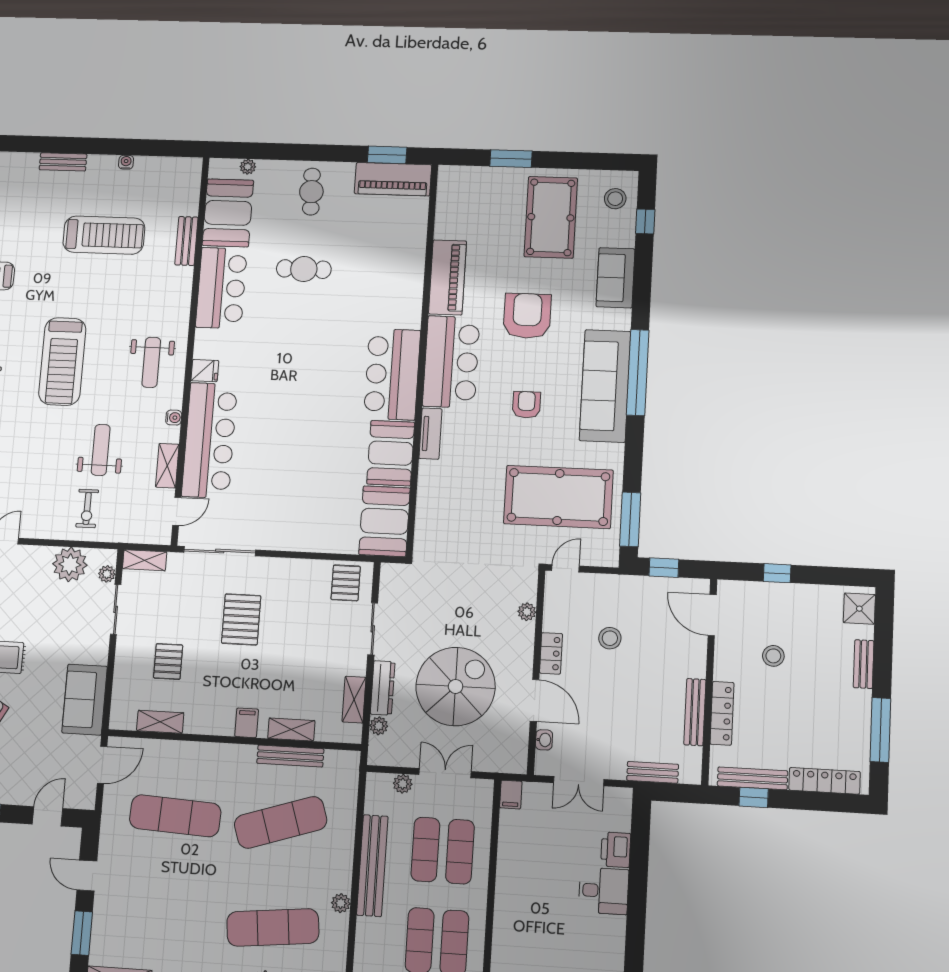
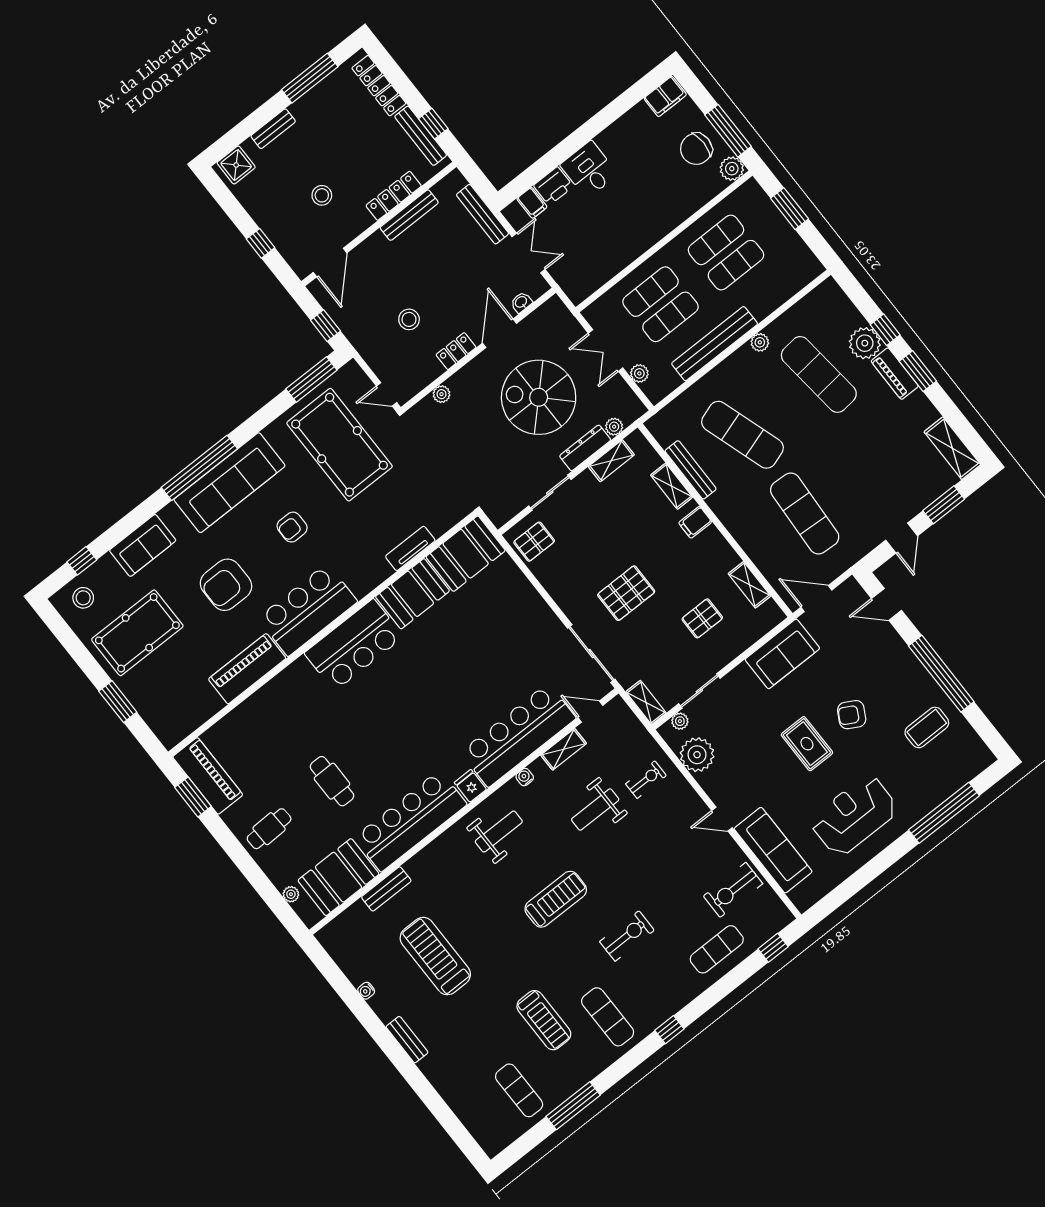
bar counter: (221, 288) -> (410, 821), width x1.36
treadmill: (62, 361) -> (556, 899), width x0.73, depth x0.73
tv unit: (430, 434) -> (410, 548), moved
bench: (653, 772) -> (482, 214), width x1.36
filing cabinet: (511, 795) -> (532, 203), moved, turned 90

